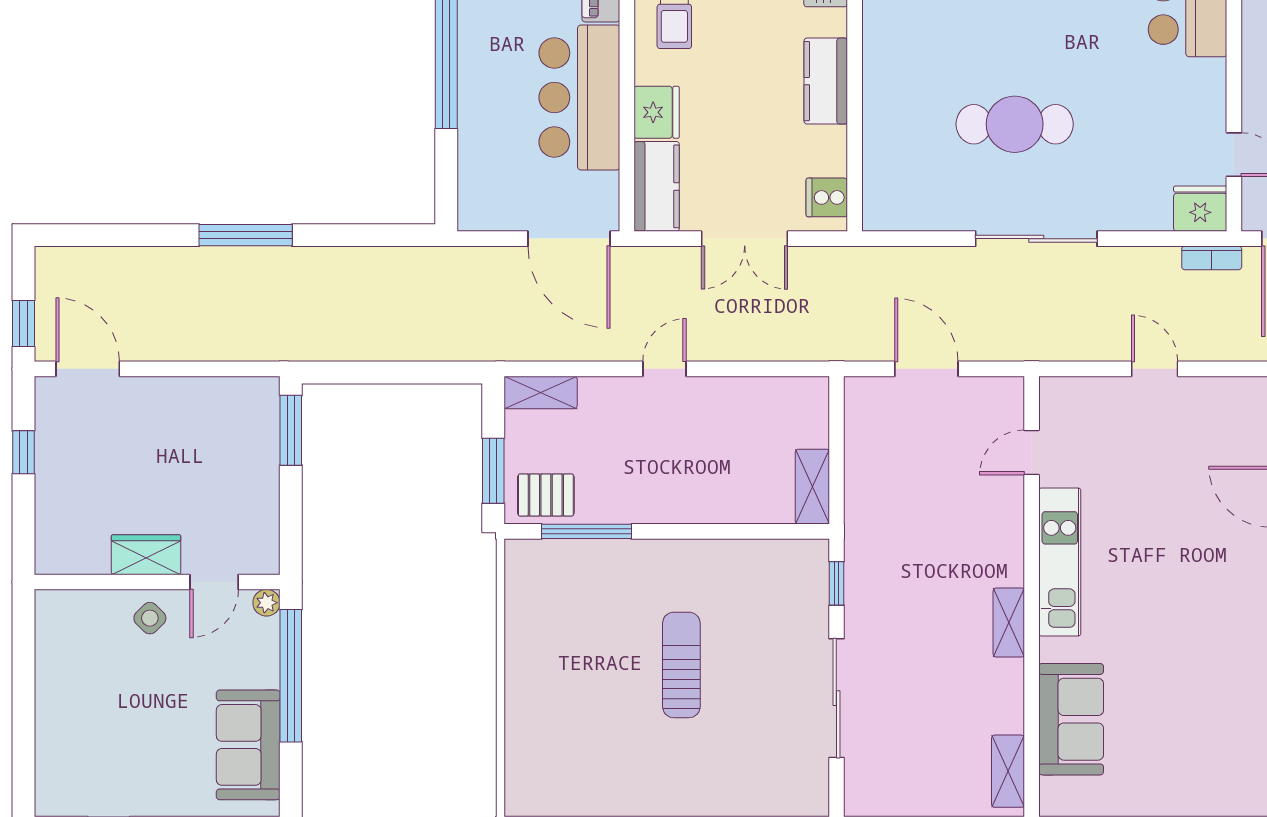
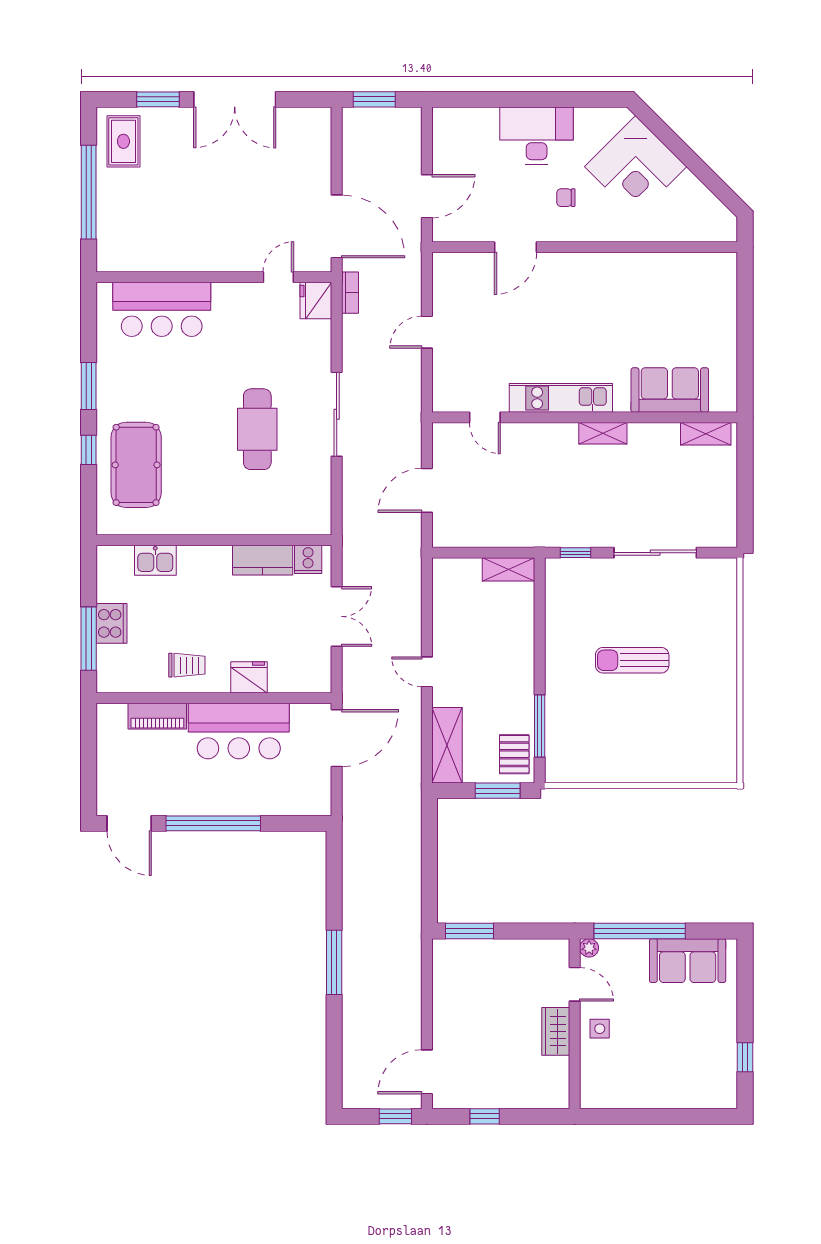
kitchen counter: (826, 81) -> (263, 560), moved
kitchen counter: (657, 186) -> (300, 677), removed
shelving: (541, 392) -> (447, 745), width x1.50, depth x1.33
side table: (150, 618) -> (600, 1029), turned 45

